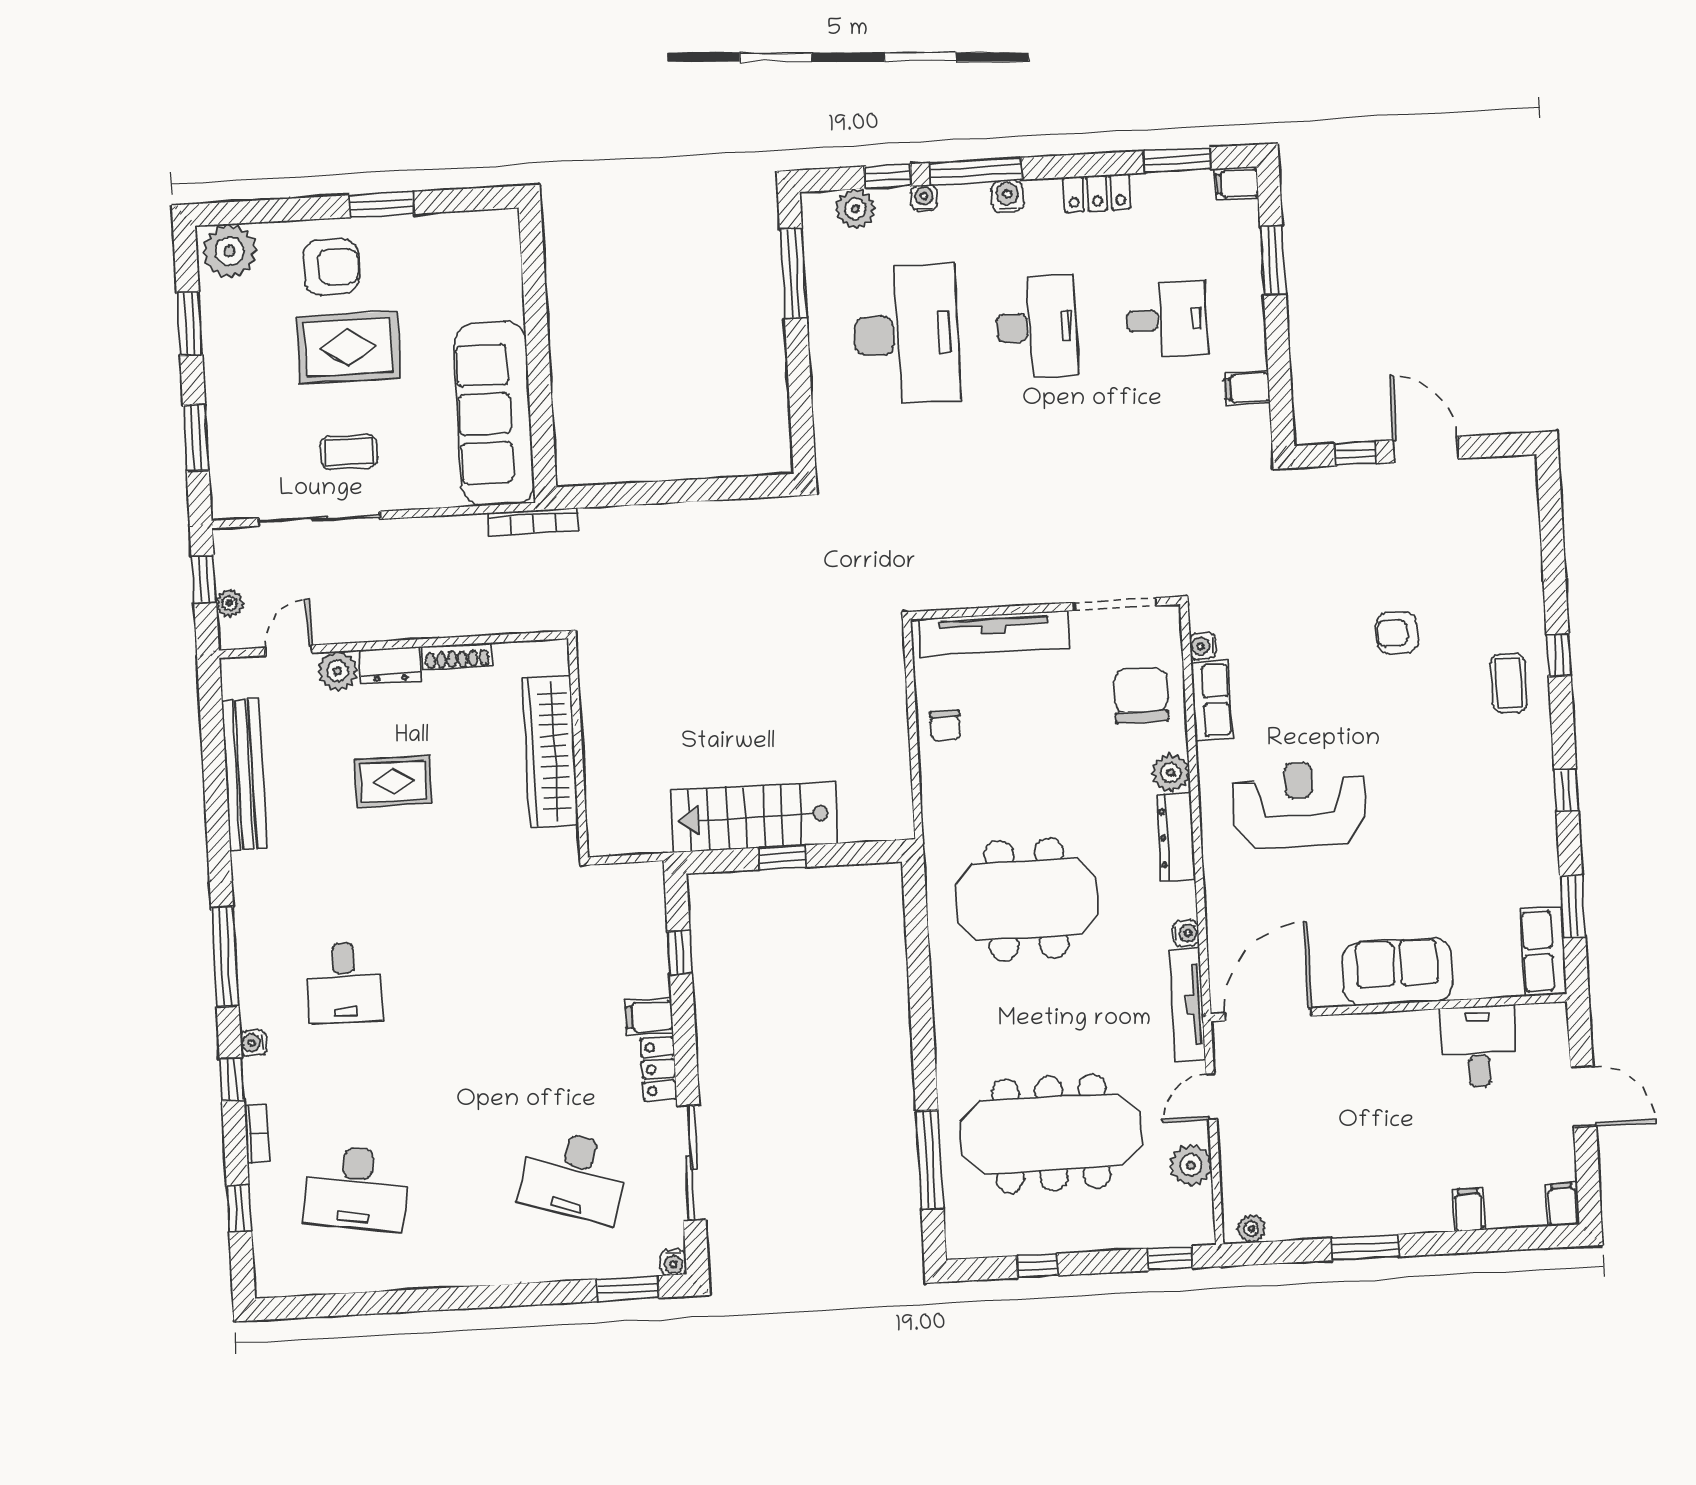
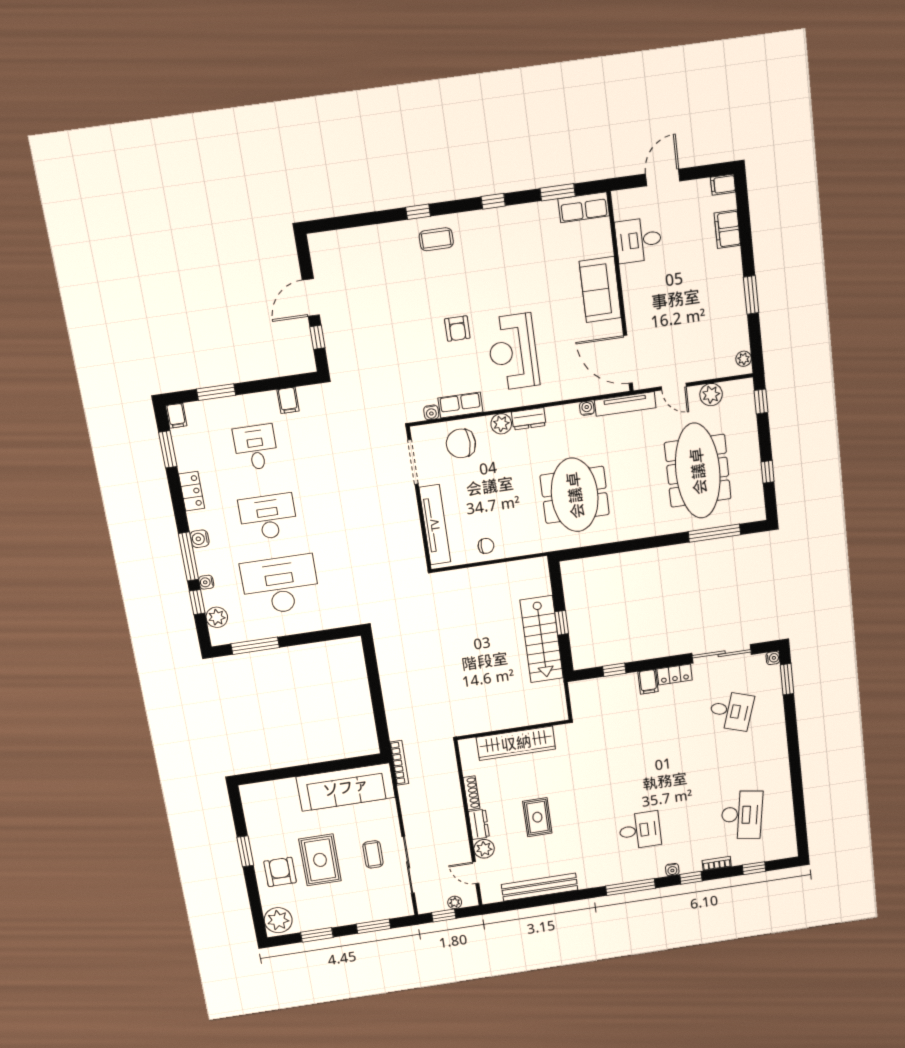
armchair: (1397, 633) -> (457, 329), moved
dresser: (1176, 837) -> (529, 419), width x0.70
desk: (574, 1176) -> (731, 711), width x0.73
filing cabinet: (1469, 1210) -> (727, 229), width x2.00

